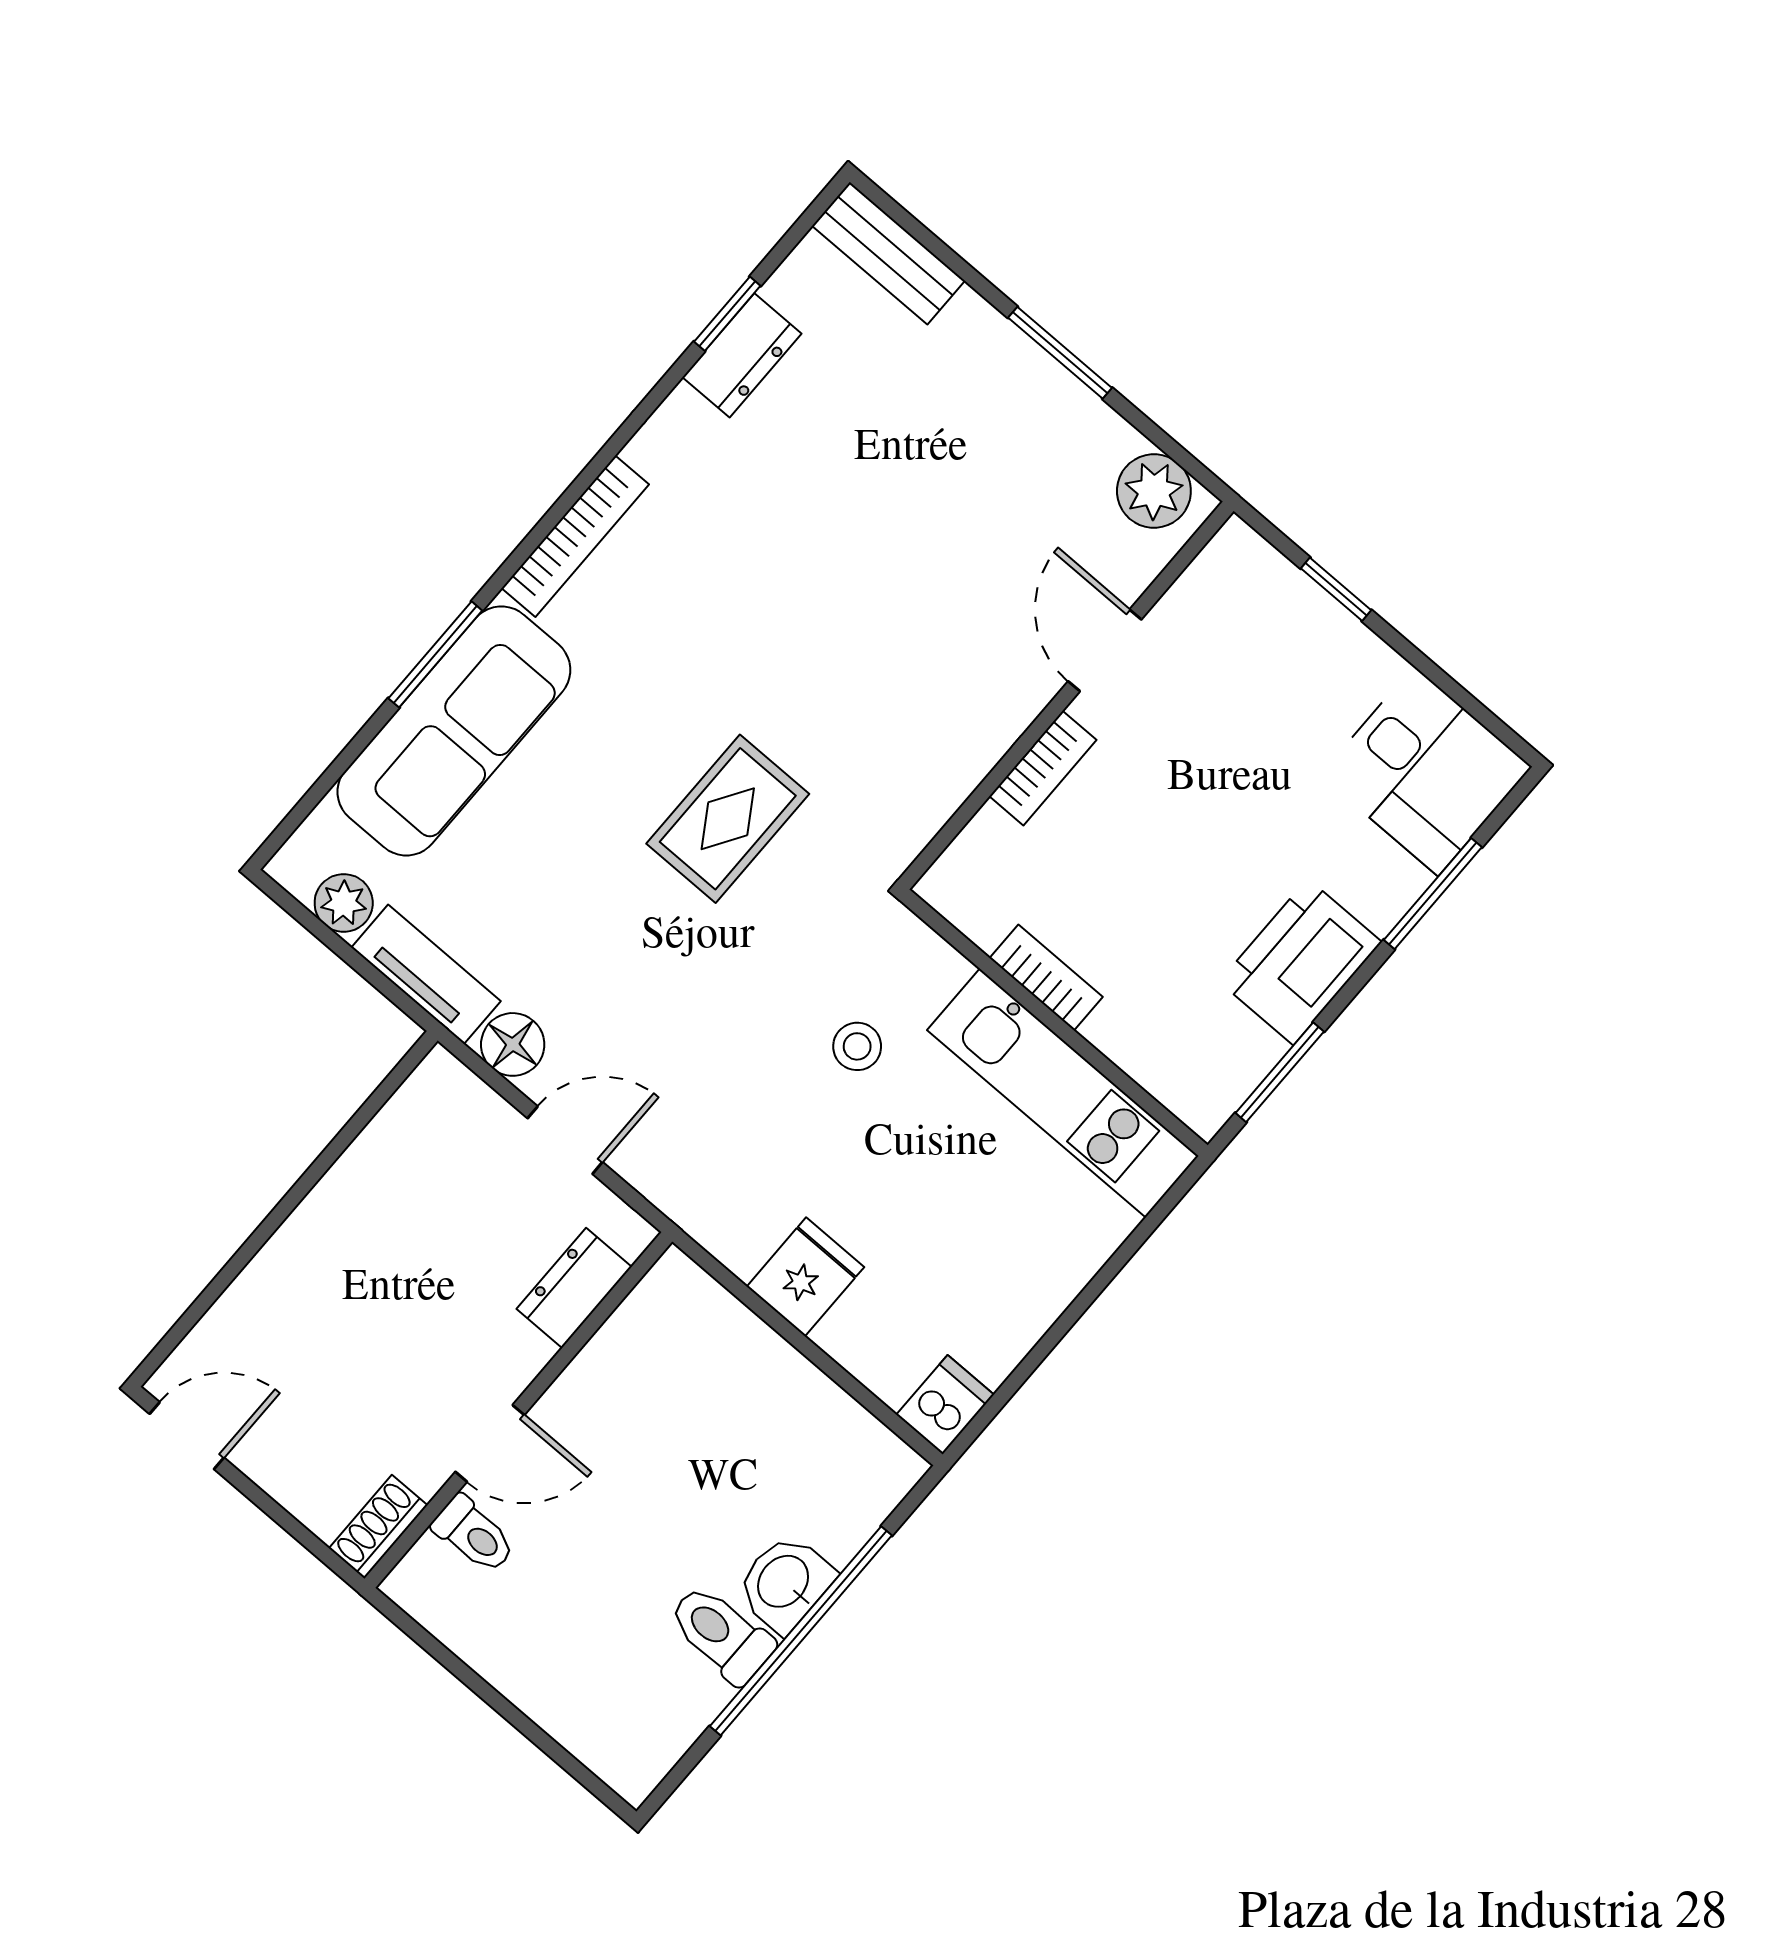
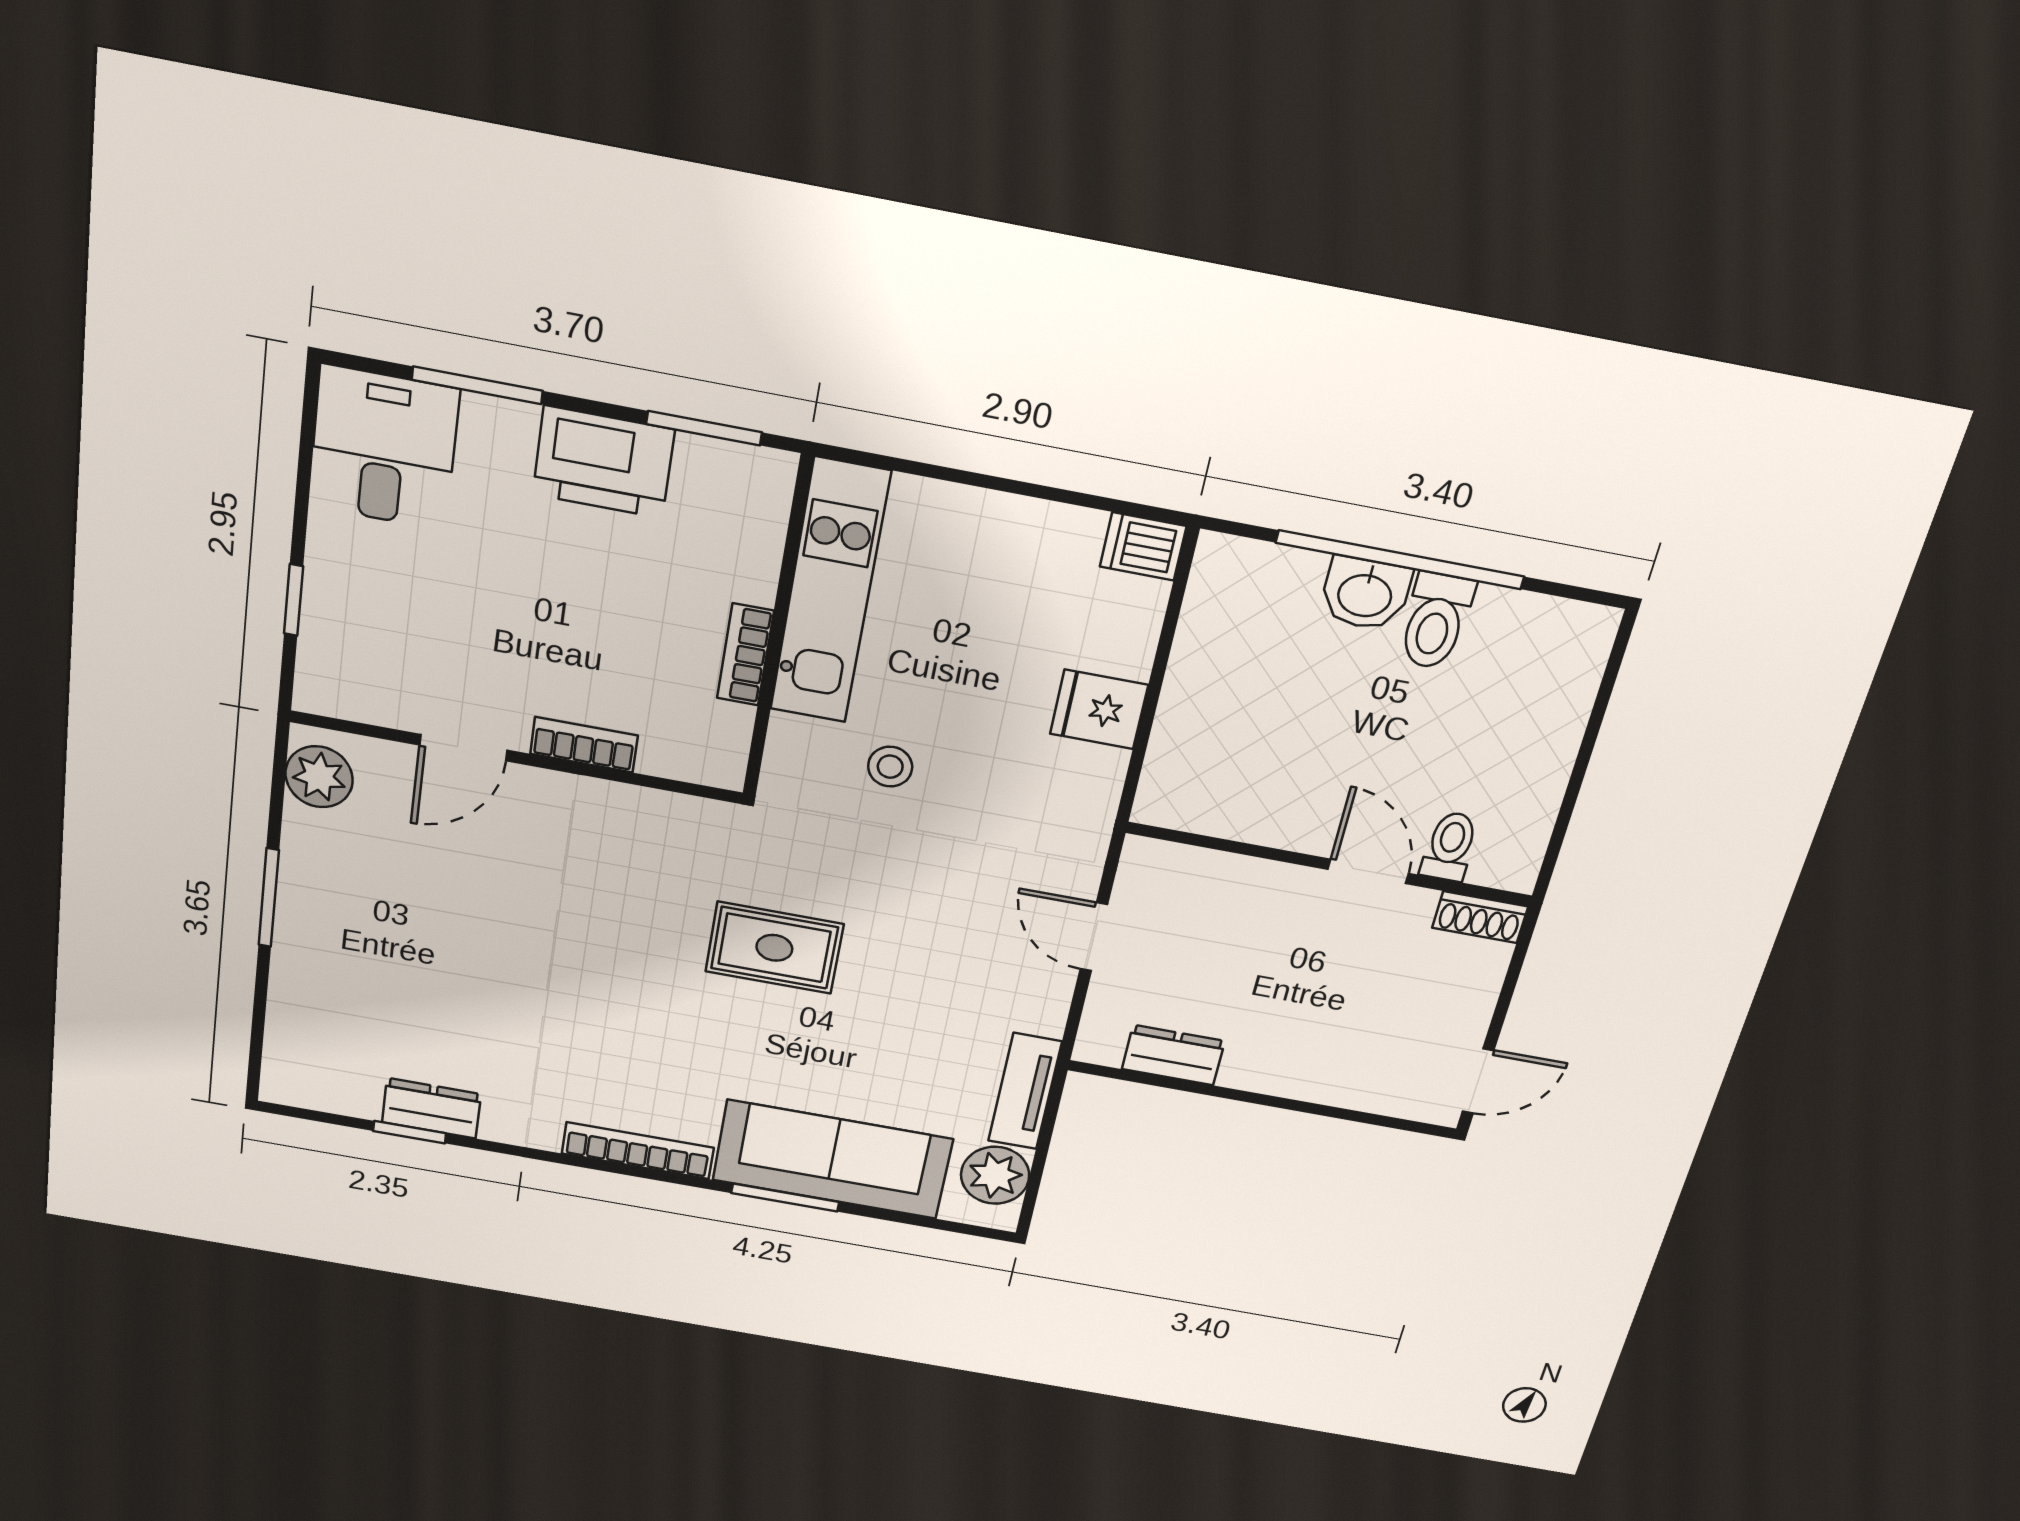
bench: (889, 253) -> (287, 1050), removed
plant: (344, 903) -> (995, 1175), width x1.38, depth x1.38
floor lamp: (513, 1044) -> (1042, 1008), removed
dresser: (574, 1288) -> (1173, 1055), moved, turned 180
door: (187, 1436) -> (1478, 1081), swing flipped

